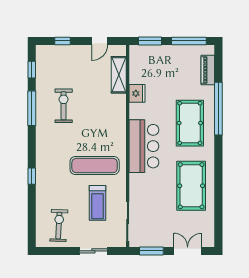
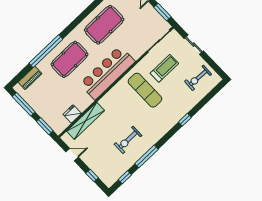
shelving: (119, 75) -> (86, 121), width x1.47
fridge: (137, 93) -> (72, 114), moved
bar counter: (144, 146) -> (107, 73), width x1.36

